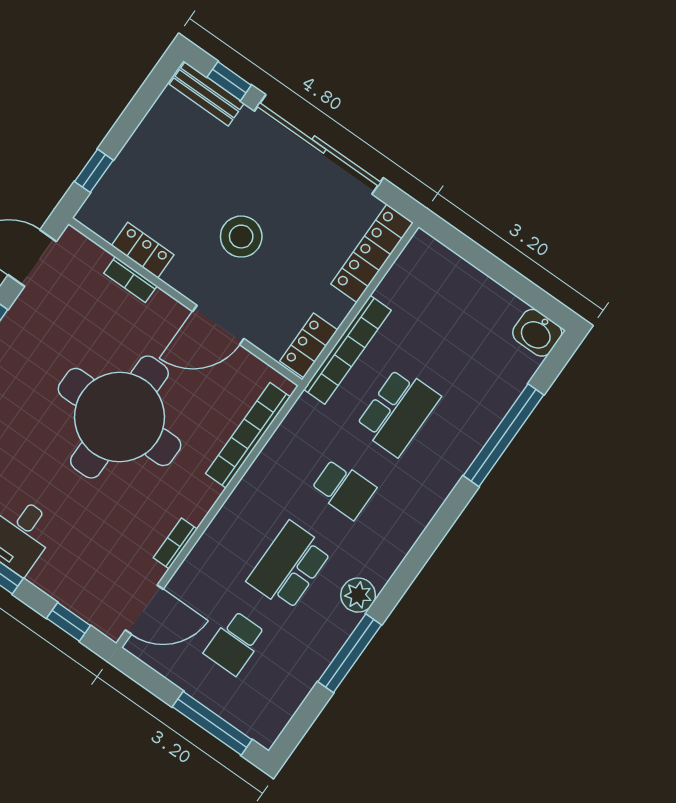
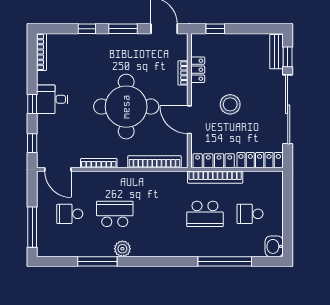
locker: (309, 345) -> (214, 161), width x1.53
school desk: (344, 489) -> (250, 214), moved, turned 90
bookcase: (175, 543) -> (99, 163), width x1.56

